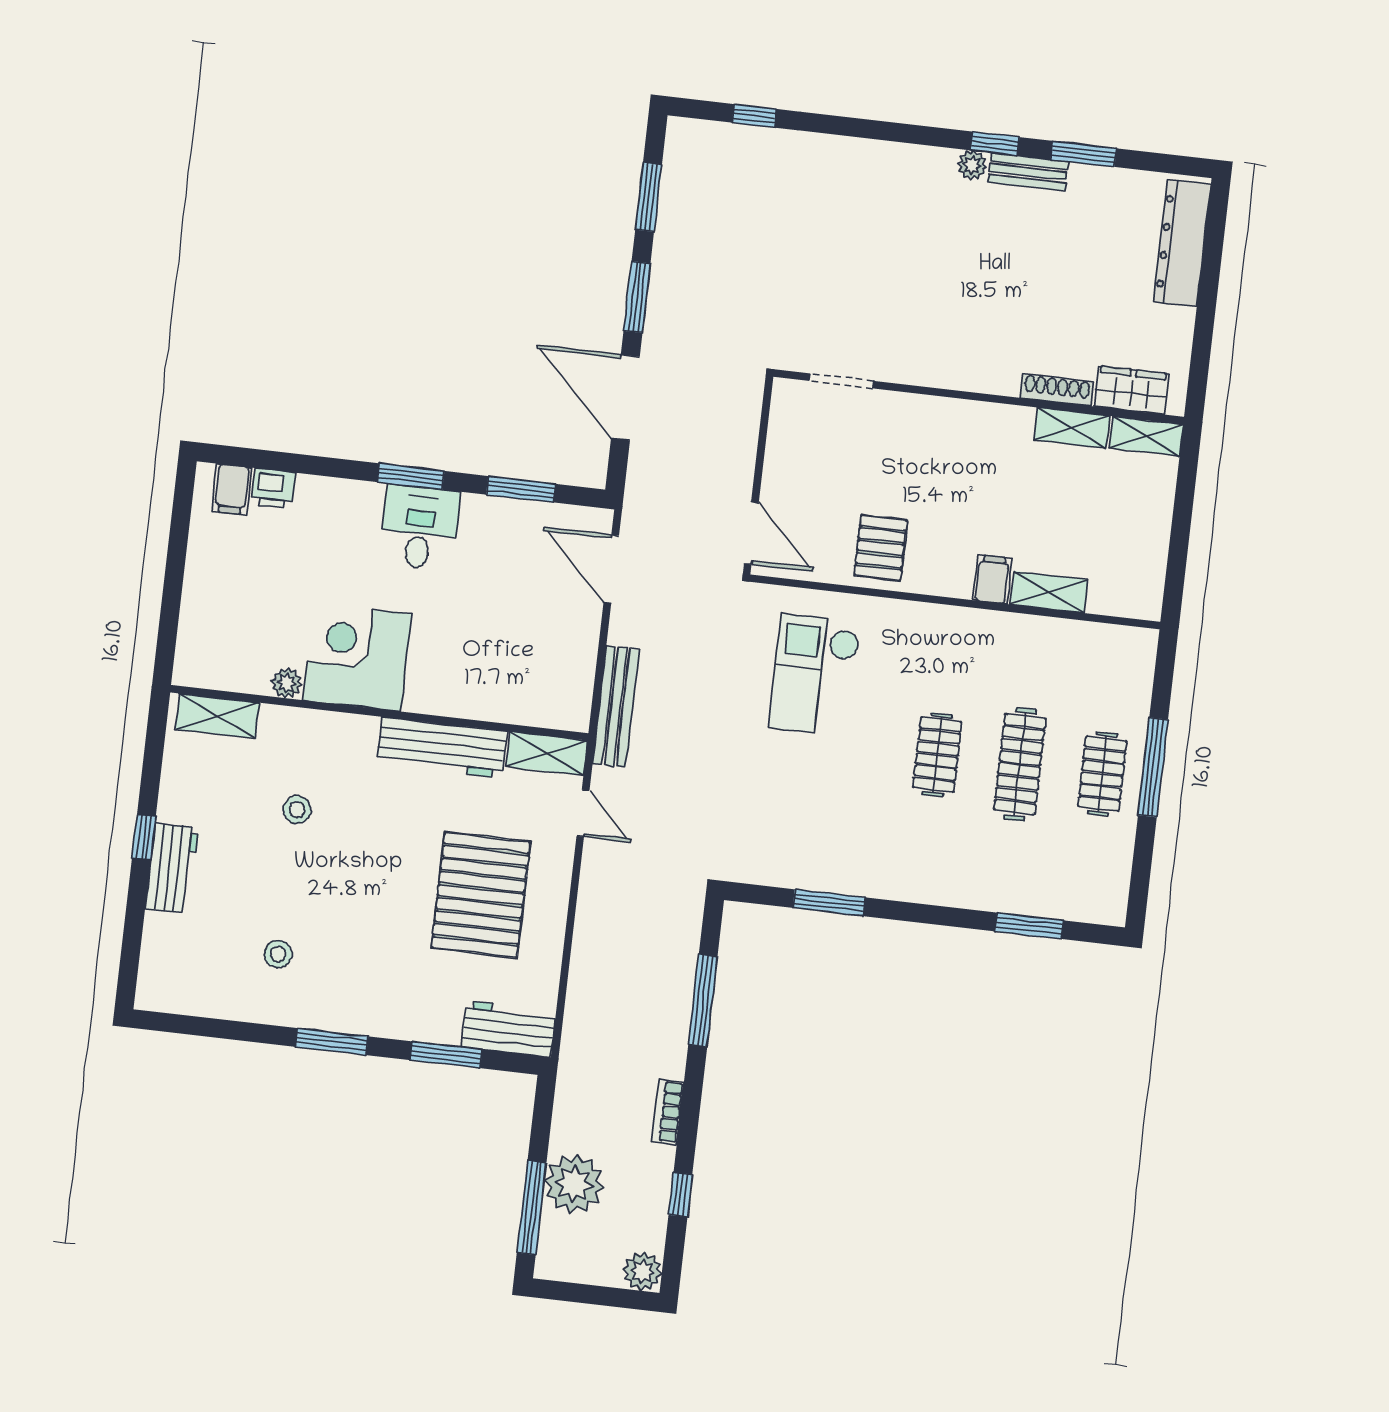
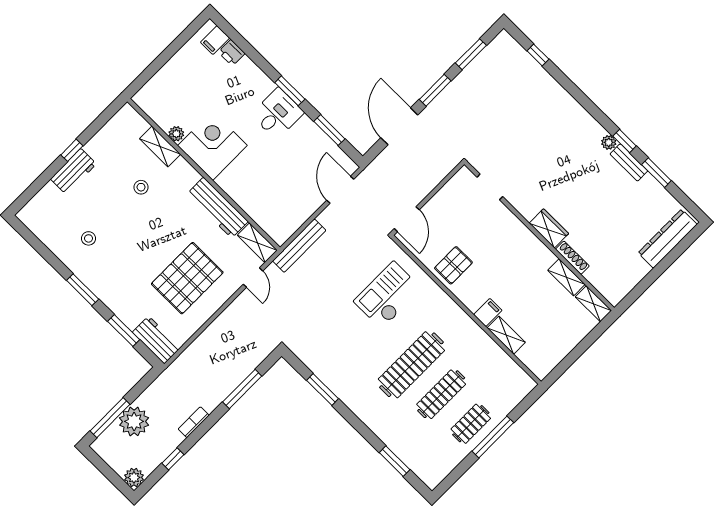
wardrobe: (1131, 390) -> (549, 228), moved
shelving: (218, 716) -> (160, 146), moved
clothes rail: (937, 755) -> (411, 365), width x1.86, depth x1.31

